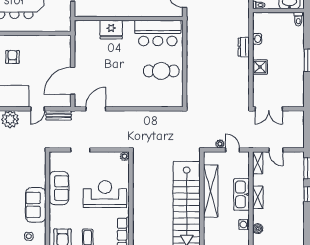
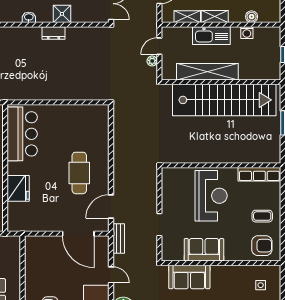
dresser: (244, 47) -> (54, 33), moved
cafe table: (161, 71) -> (79, 173), moved
door: (96, 109) -> (111, 206), hinge flipped
bench: (59, 115) -> (119, 238), moved
plant: (125, 156) -> (167, 173), removed
shelving: (258, 163) -> (187, 17), moved
reception desk: (105, 194) -> (211, 196), turned 180
sofa: (36, 205) -> (189, 277), moved

